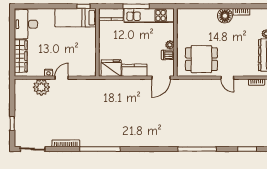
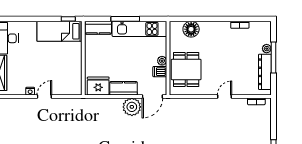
floor lamp: (225, 16) -> (191, 29), moved
dining table: (201, 59) -> (186, 69), moved, turned 90
door: (227, 78) -> (225, 96), swing flipped
plant: (41, 87) -> (132, 107), moved

